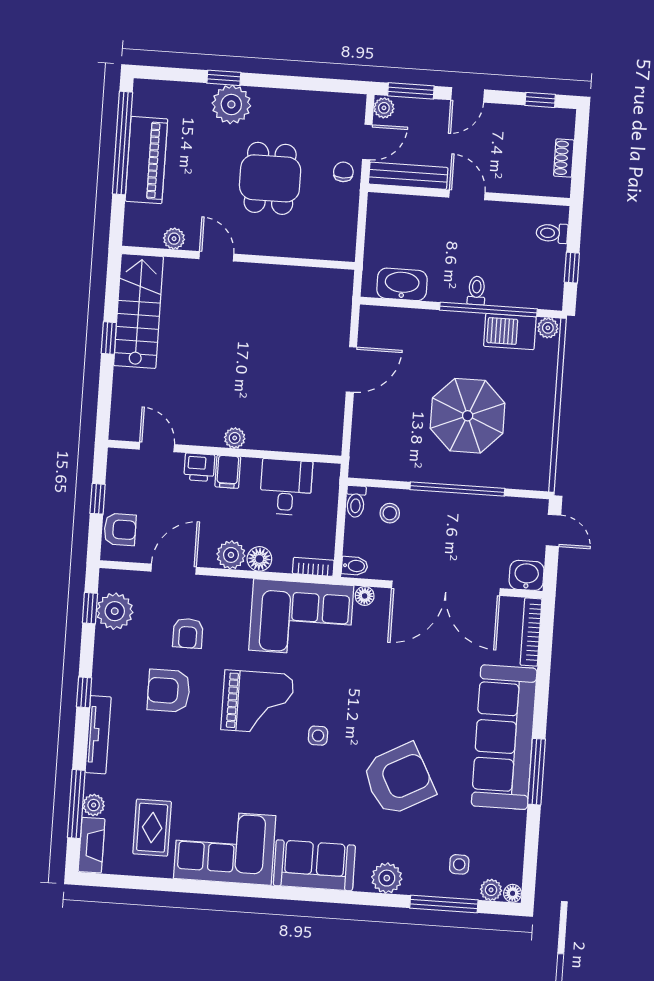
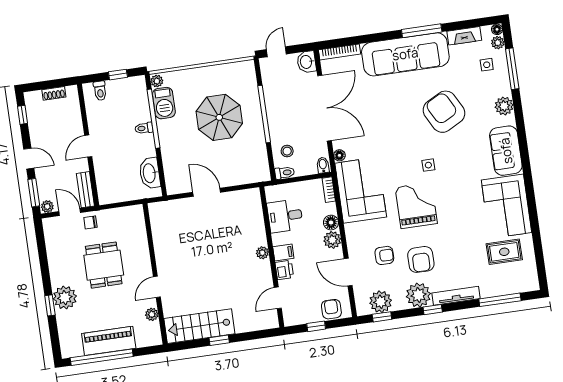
bench: (408, 176) -> (85, 190), width x0.73
dining table: (270, 178) -> (104, 265), turned 90
plant: (94, 805) -> (418, 295), moved, width x1.87, depth x1.87
fireplace: (92, 845) -> (464, 36), moved, turned 180

